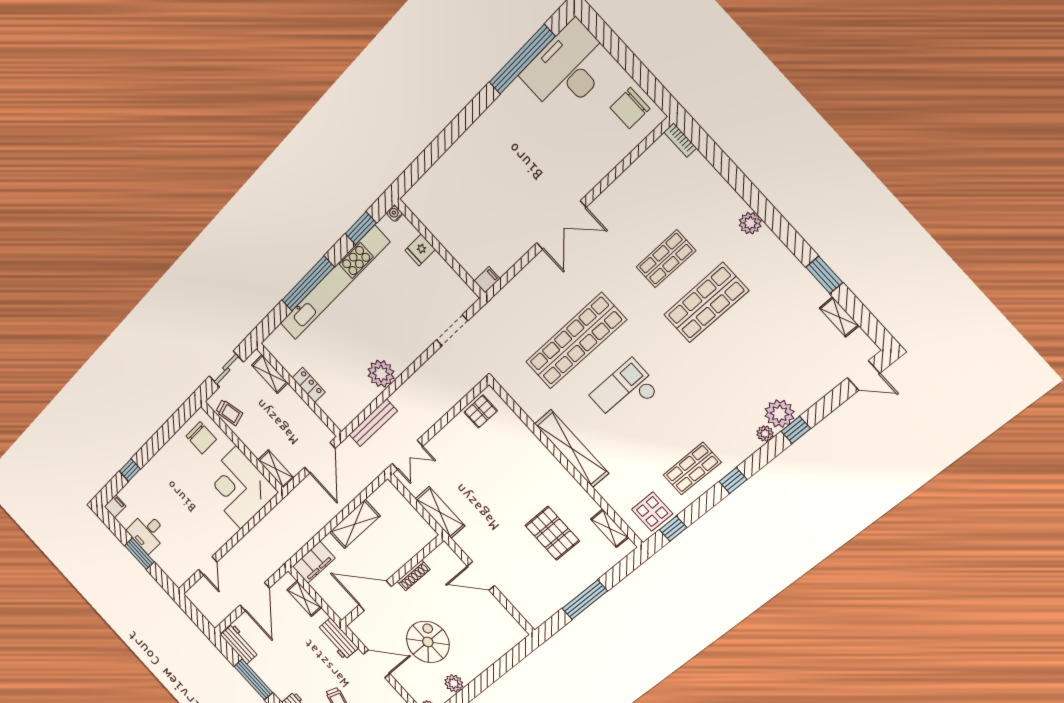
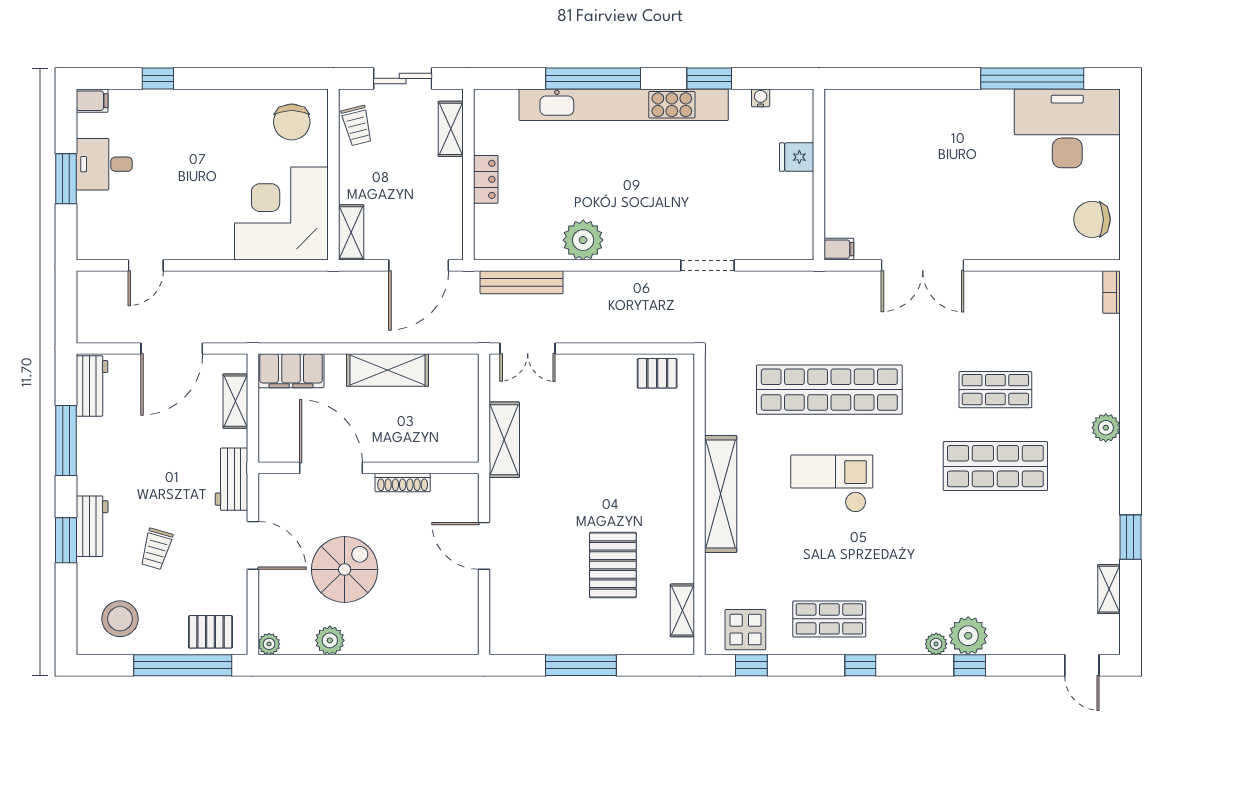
wall: (440, 249) -> (819, 175), moved
fridge: (420, 250) -> (797, 157), moved
filing cabinet: (487, 280) -> (839, 249), moved

